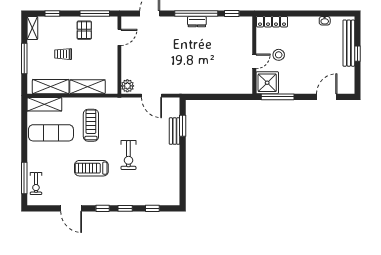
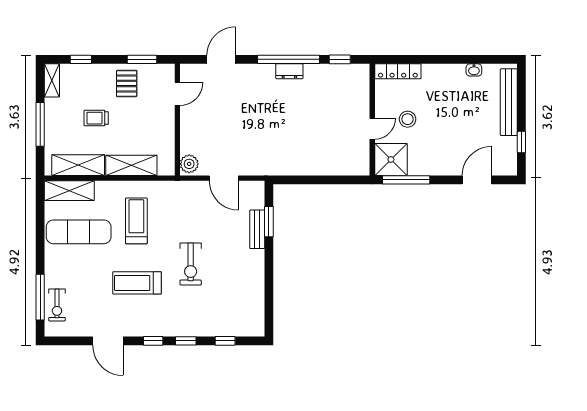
window: (95, 13) -> (142, 59), width x0.69
window: (358, 54) -> (521, 142), moved

